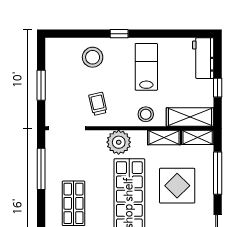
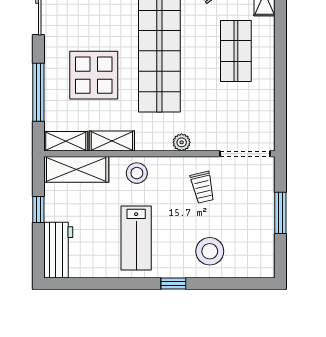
plant: (119, 142) -> (182, 142), width x0.53, depth x0.53
window: (41, 169) -> (280, 98), removed

